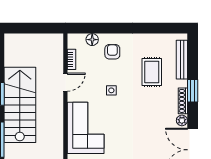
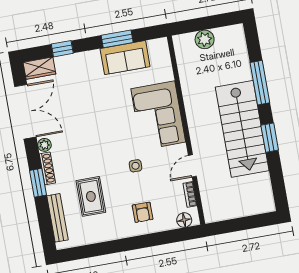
floor lamp: (92, 40) -> (184, 220), moved

